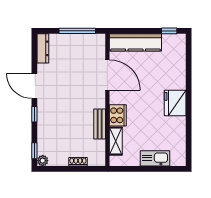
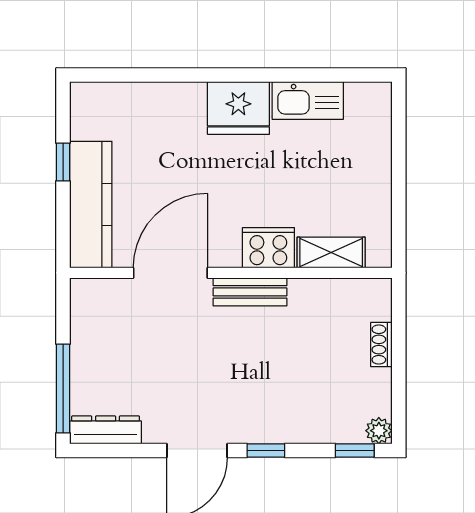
window: (77, 31) -> (63, 389), moved
window: (169, 31) -> (63, 162), moved
bench: (100, 124) -> (250, 292), moved
kitchen sink: (155, 158) -> (308, 101), moved, turned -90

